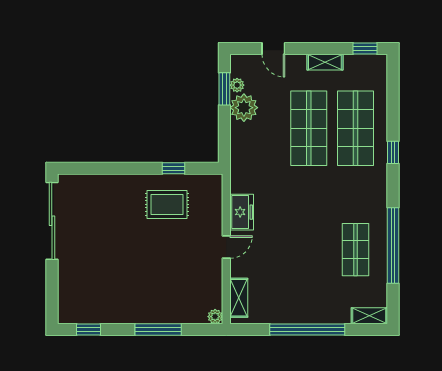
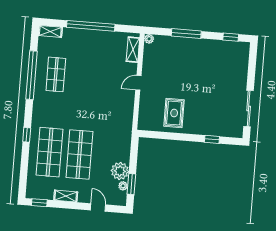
window: (173, 168) -> (212, 139), moved
rug: (167, 204) -> (174, 113), turned 90
freezer: (242, 212) -> (127, 104), removed
sliding door: (52, 221) -> (249, 109), width x0.73

